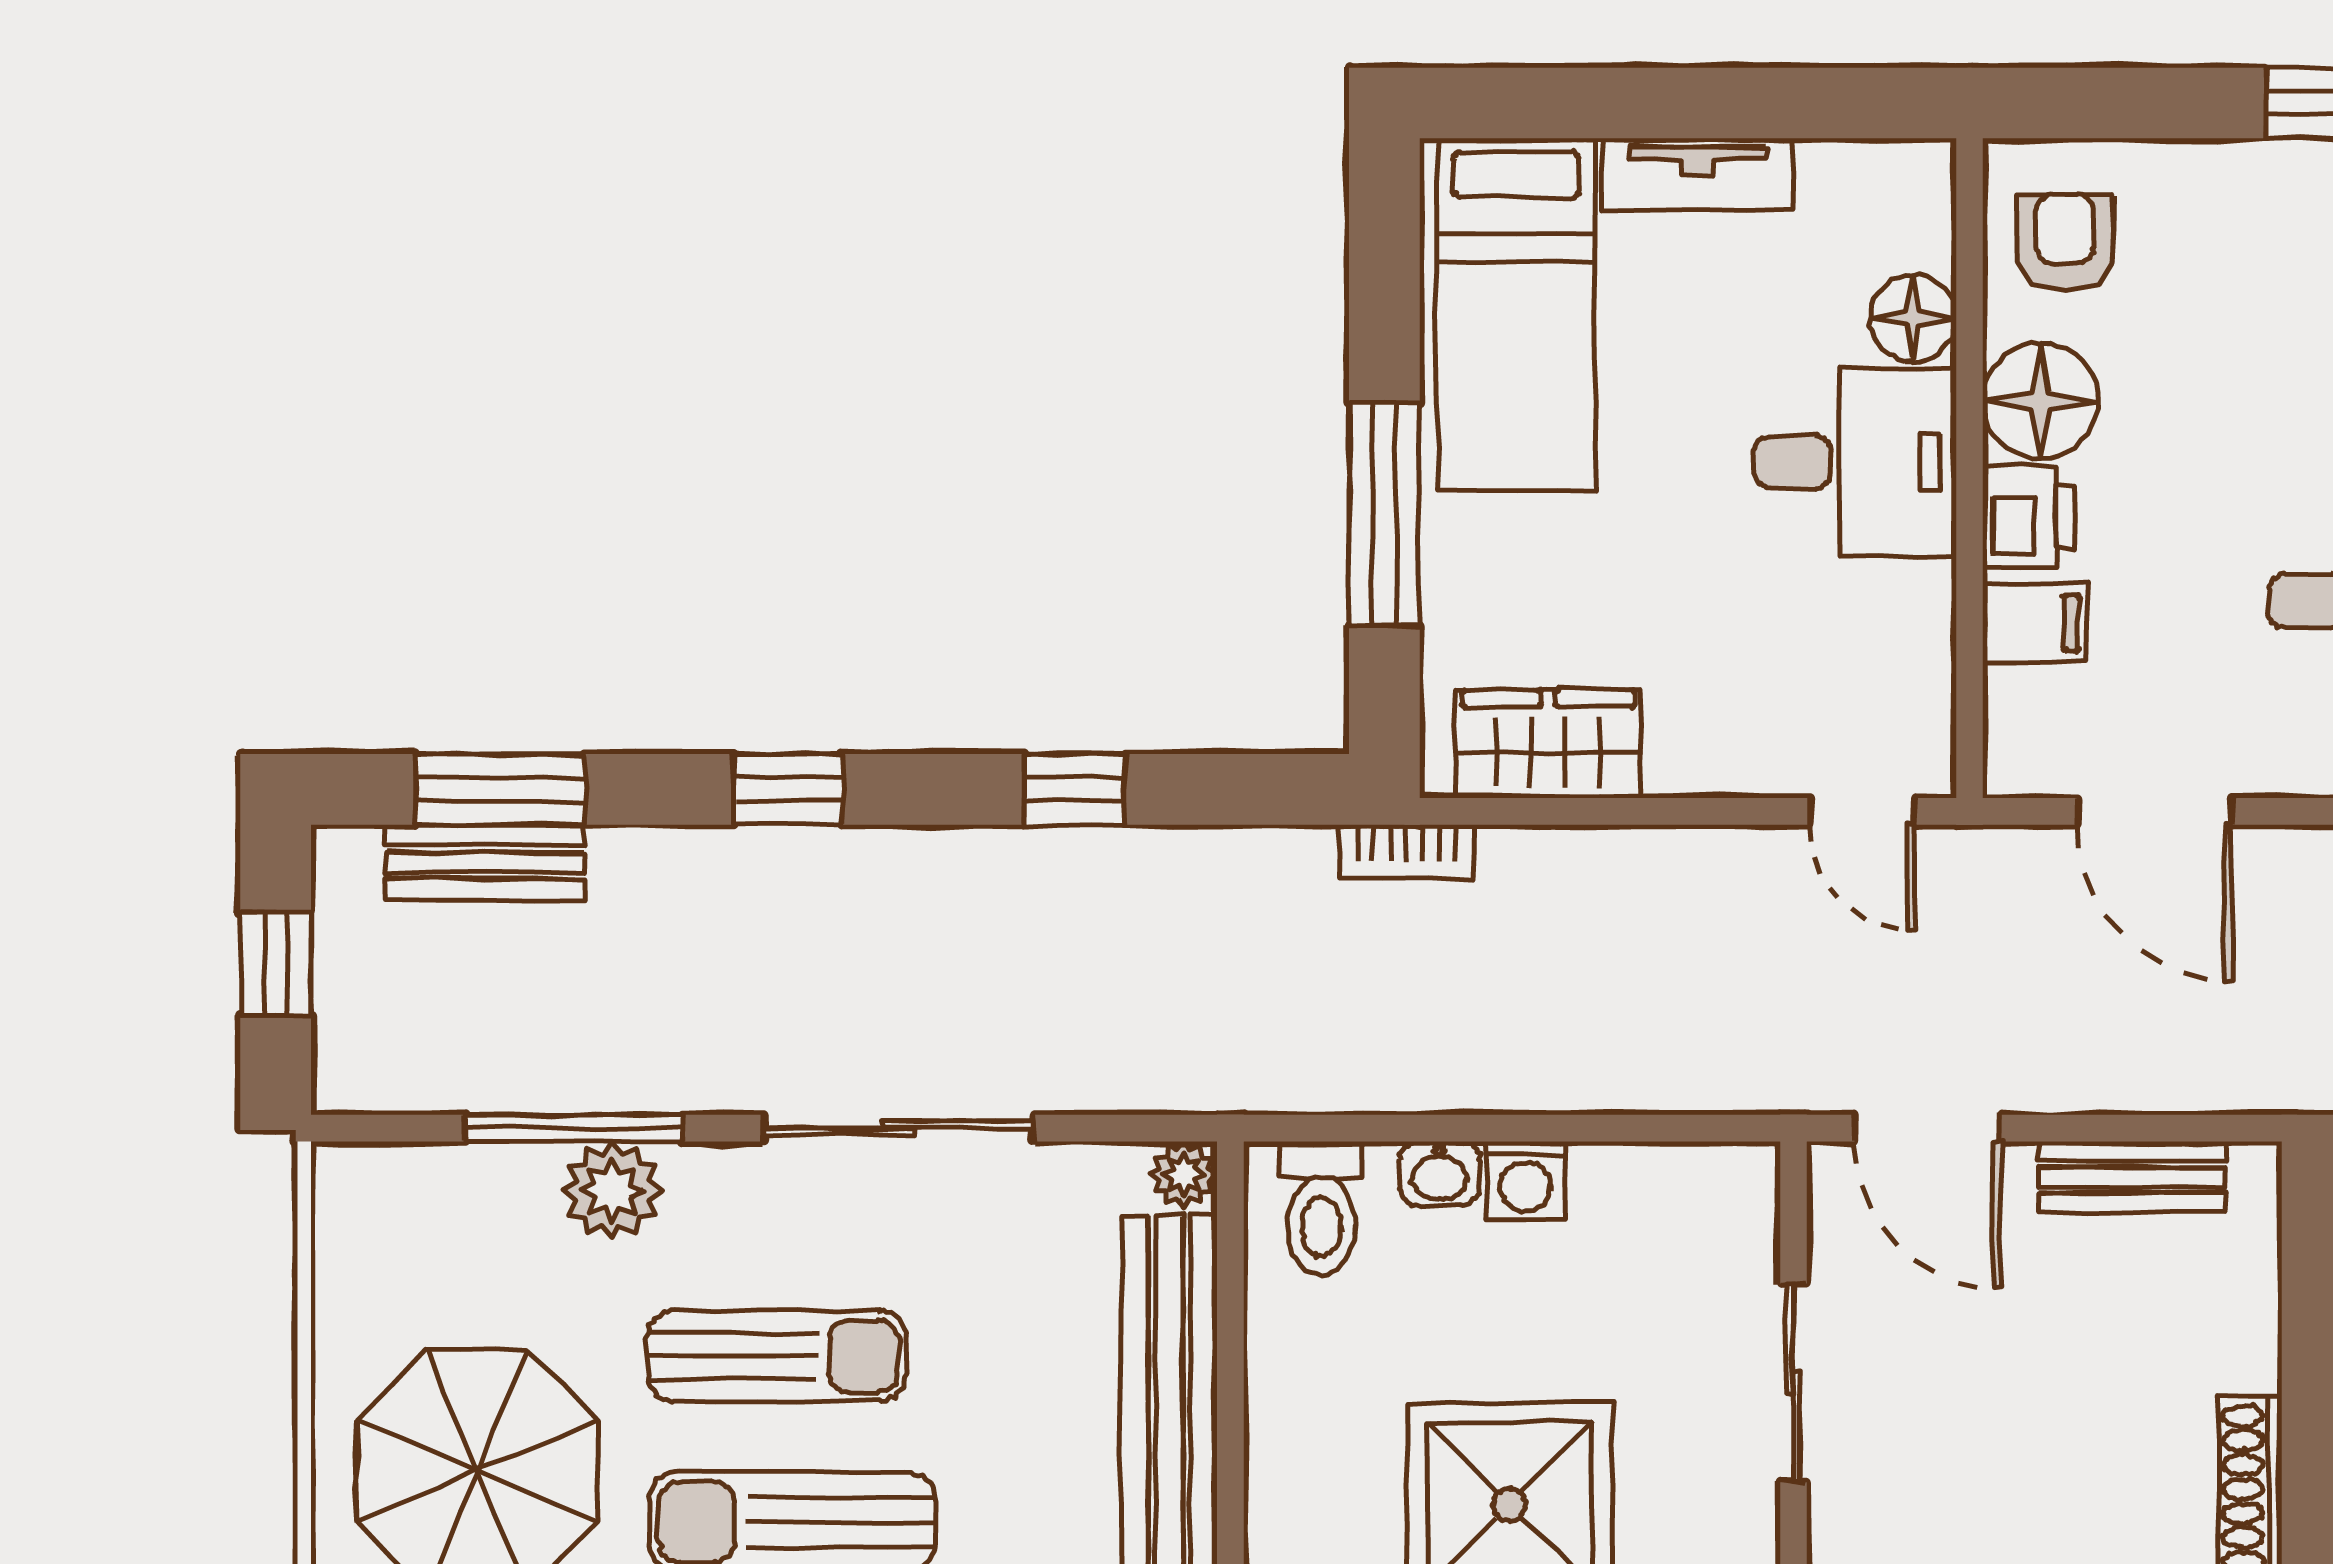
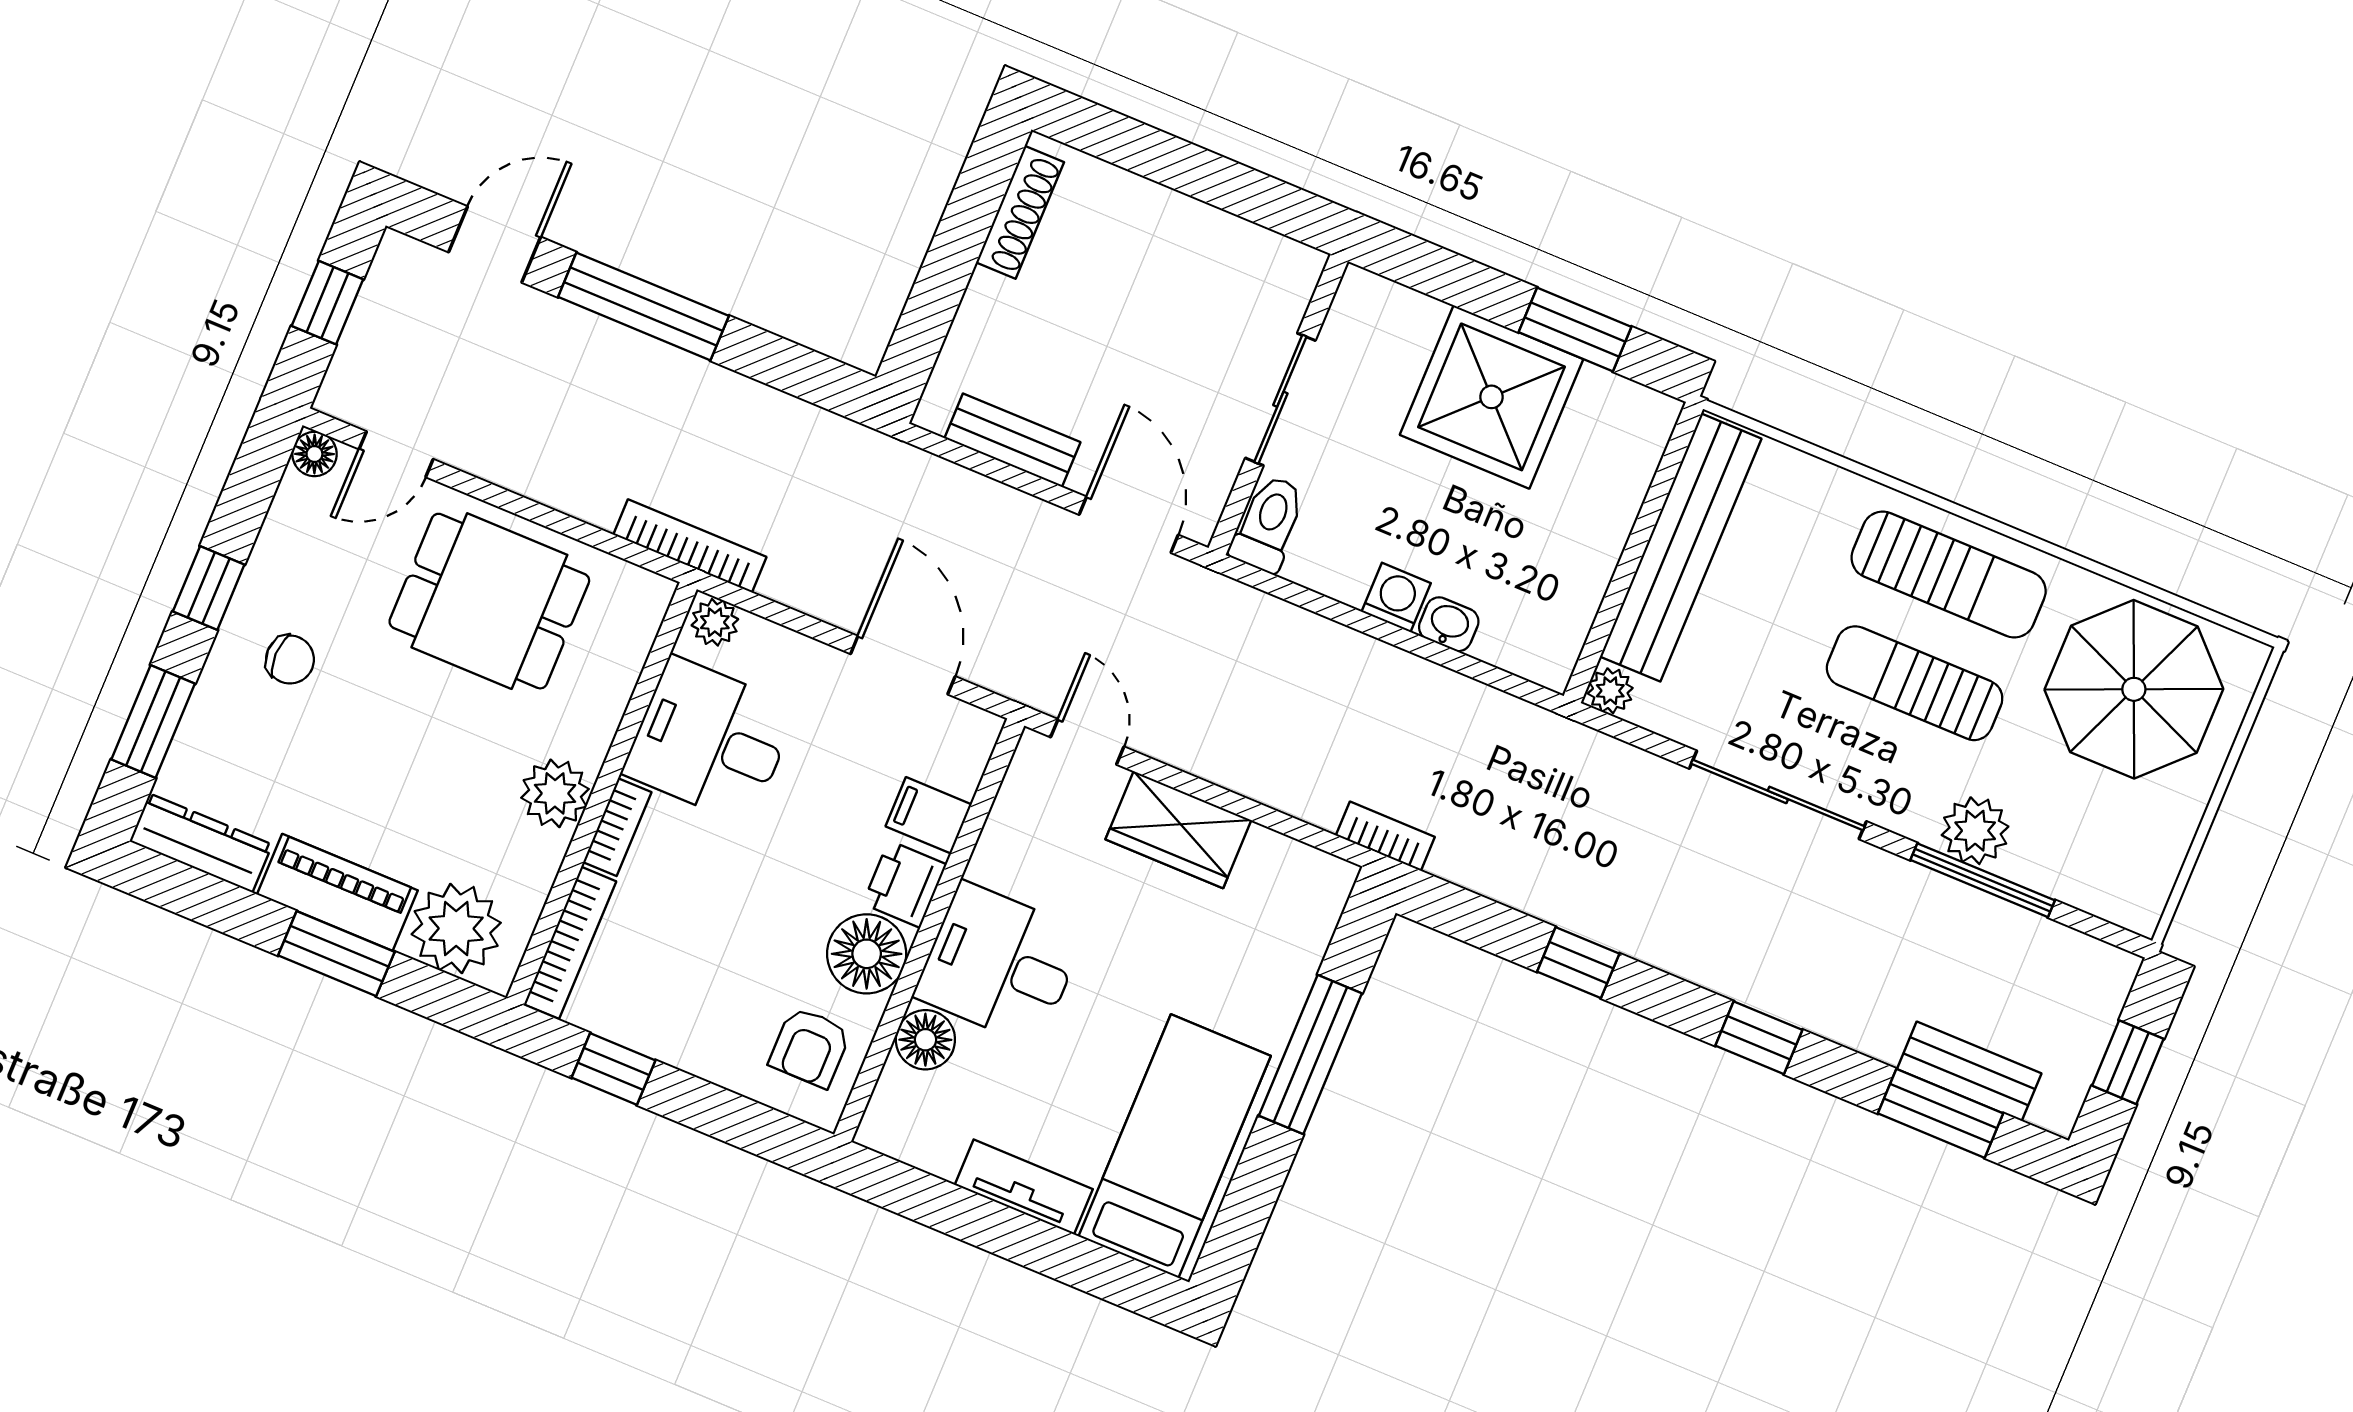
wardrobe: (1548, 744) -> (1178, 830), moved
toilet: (1321, 1208) -> (1268, 524), moved

